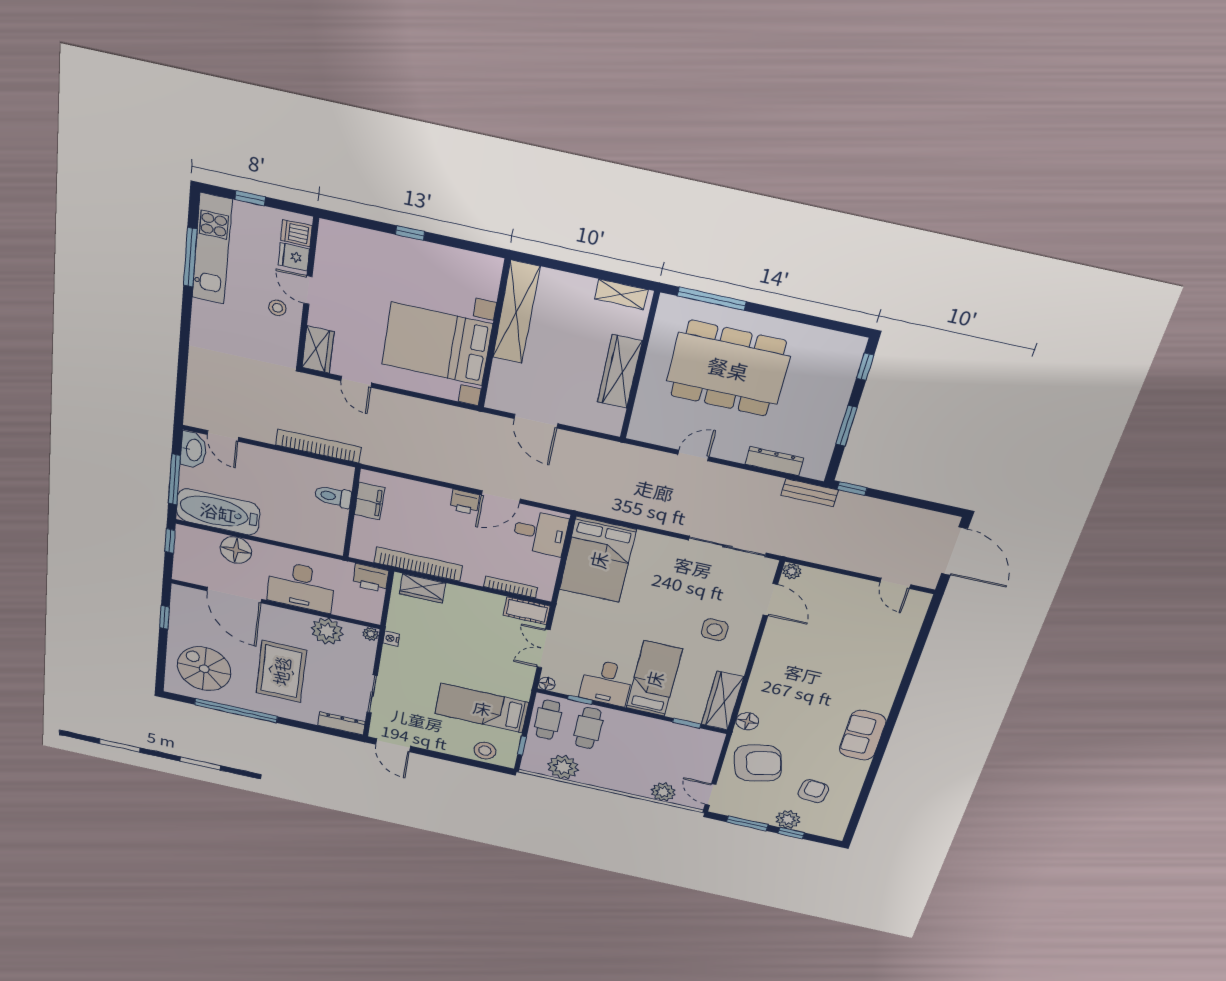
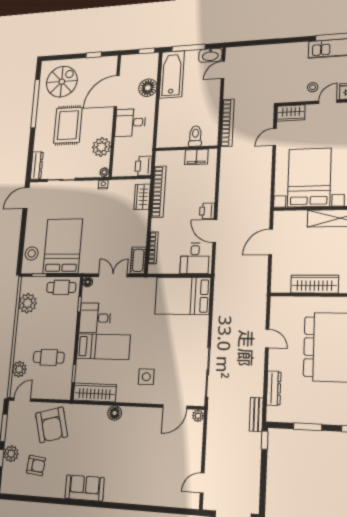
desk: (301, 586) -> (130, 122), width x0.73
rug: (281, 671) -> (68, 125), turned 90
bed: (482, 708) -> (63, 246), width x1.50
floor lamp: (747, 721) -> (115, 413), moved
cafe table: (588, 728) -> (49, 357), moved

